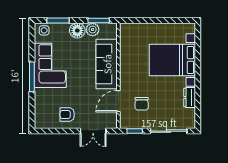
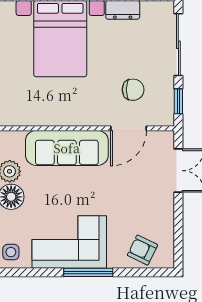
door: (118, 101) -> (129, 128), hinge flipped
armchair: (67, 115) -> (142, 250), moved, turned 116

